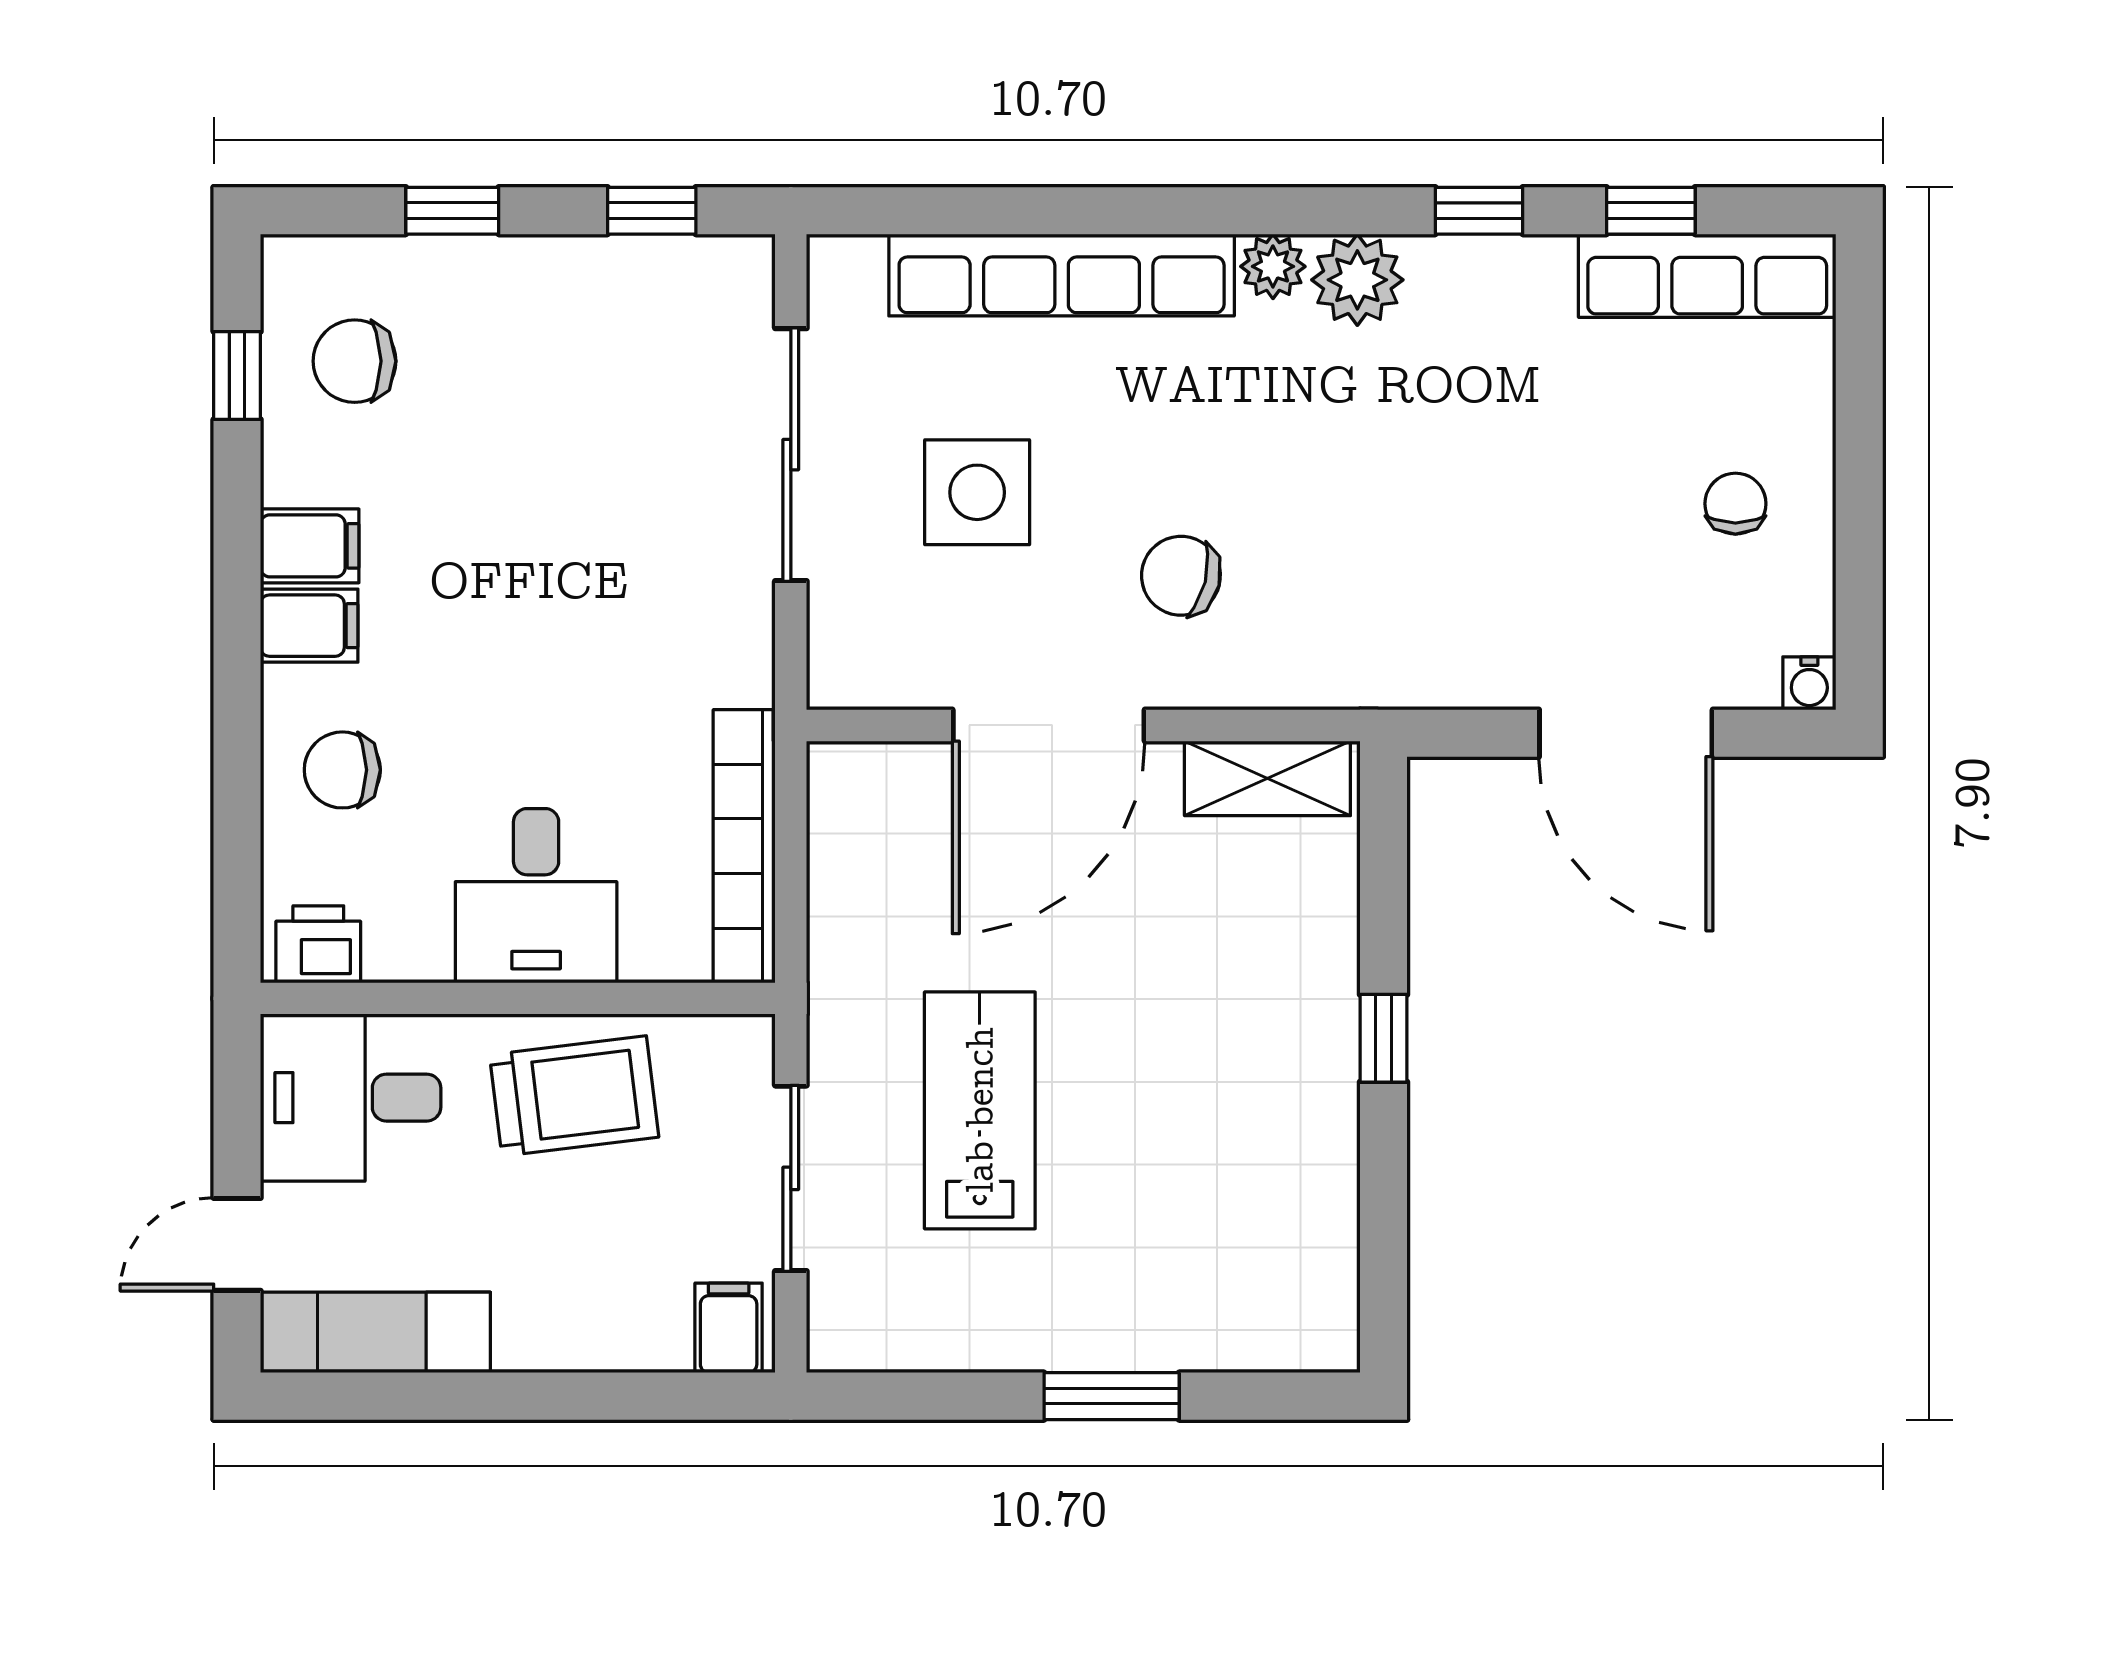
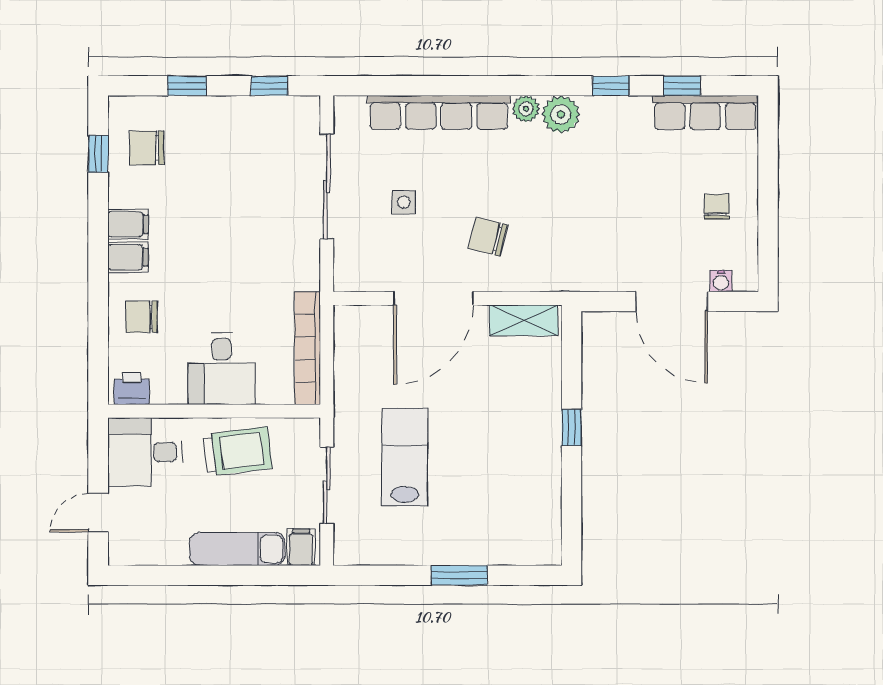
side table: (977, 492) -> (404, 202), width x0.54, depth x0.54
water cooler: (1809, 683) -> (721, 281), moved
exam couch: (375, 1332) -> (237, 549), moved

